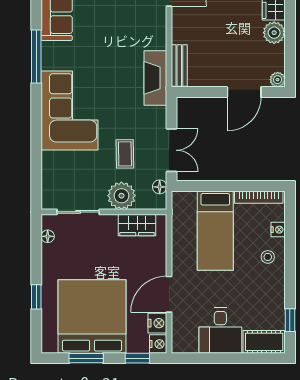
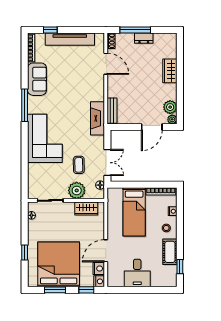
plant: (274, 33) -> (170, 107), moved
cot: (264, 342) -> (170, 252), moved, turned 90

